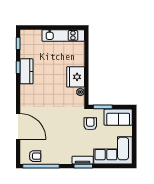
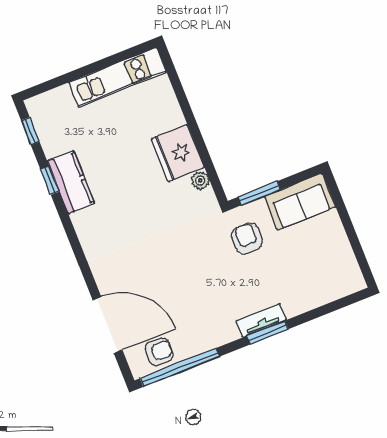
door: (18, 126) -> (107, 325), moved
corner sofa: (113, 150) -> (317, 275), removed

